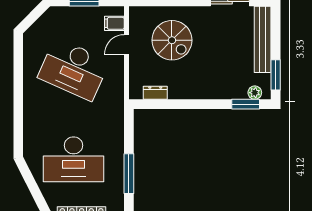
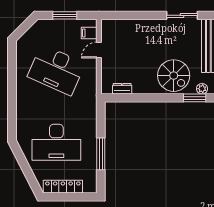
spiral stairs: (172, 40) -> (174, 76), moved

